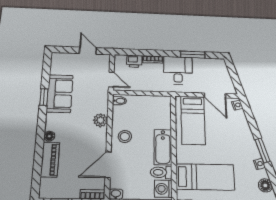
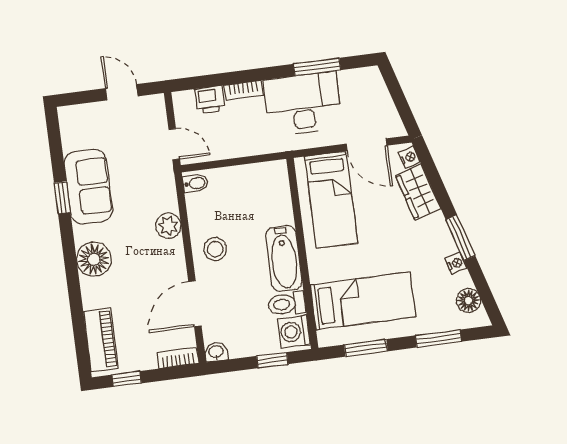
desk: (178, 70) -> (303, 104), width x1.37
wardrobe: (241, 123) -> (418, 192), added
floor lamp: (49, 136) -> (94, 259), width x1.89, depth x1.89
piano: (50, 160) -> (101, 340), moved

